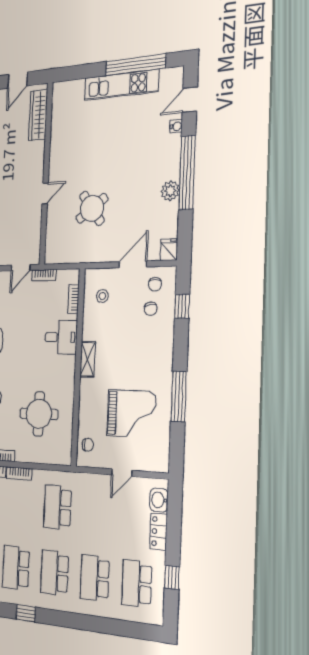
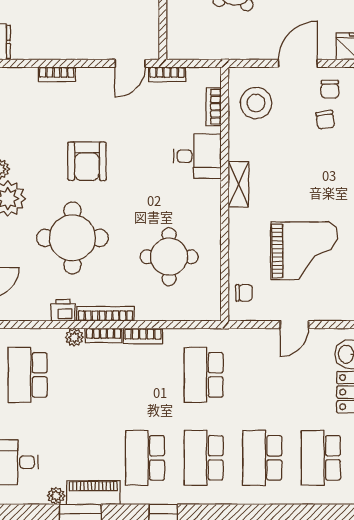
stool: (102, 296) -> (256, 103), width x1.89, depth x1.89

